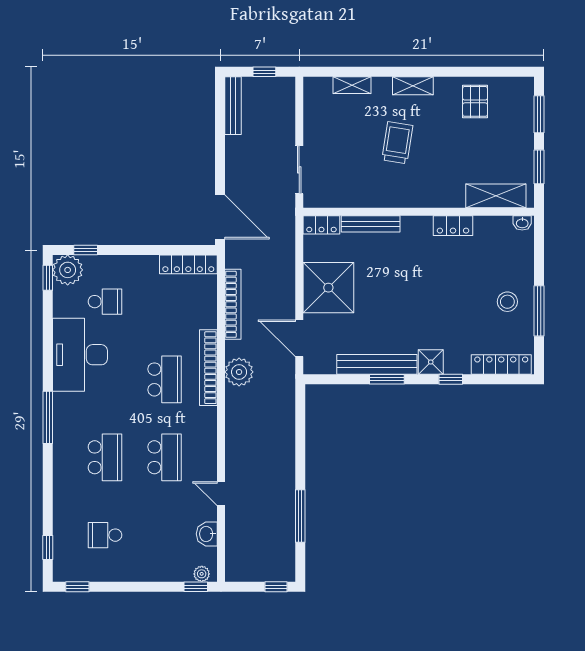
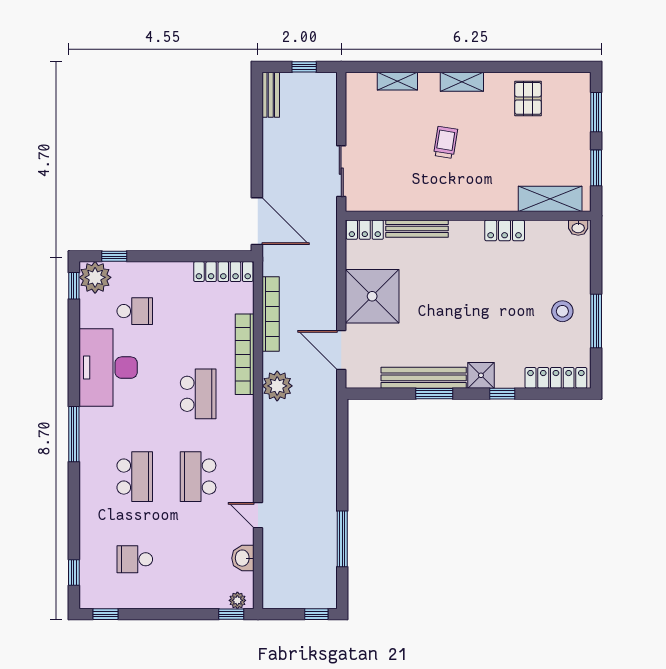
bench: (233, 106) -> (271, 95), width x0.73
trolley: (397, 143) -> (445, 142), width x0.73, depth x0.72
bookcase: (208, 368) -> (245, 354), moved
school desk: (165, 457) -> (198, 477), turned 180

